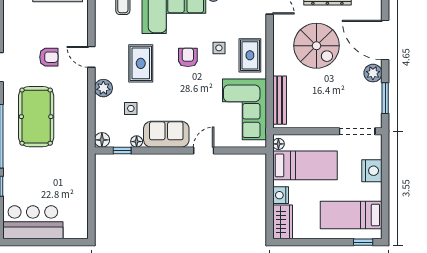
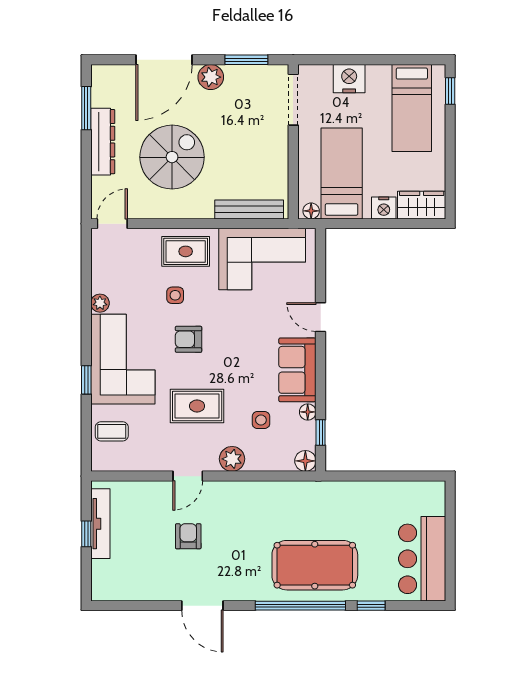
pool table: (36, 117) -> (315, 565), moved

